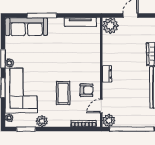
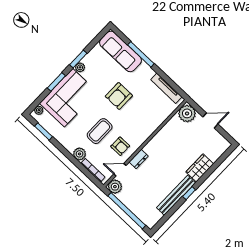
armchair: (54, 57) -> (119, 96), added
dresser: (107, 74) -> (139, 159), moved
plant: (42, 121) -> (80, 154), moved

